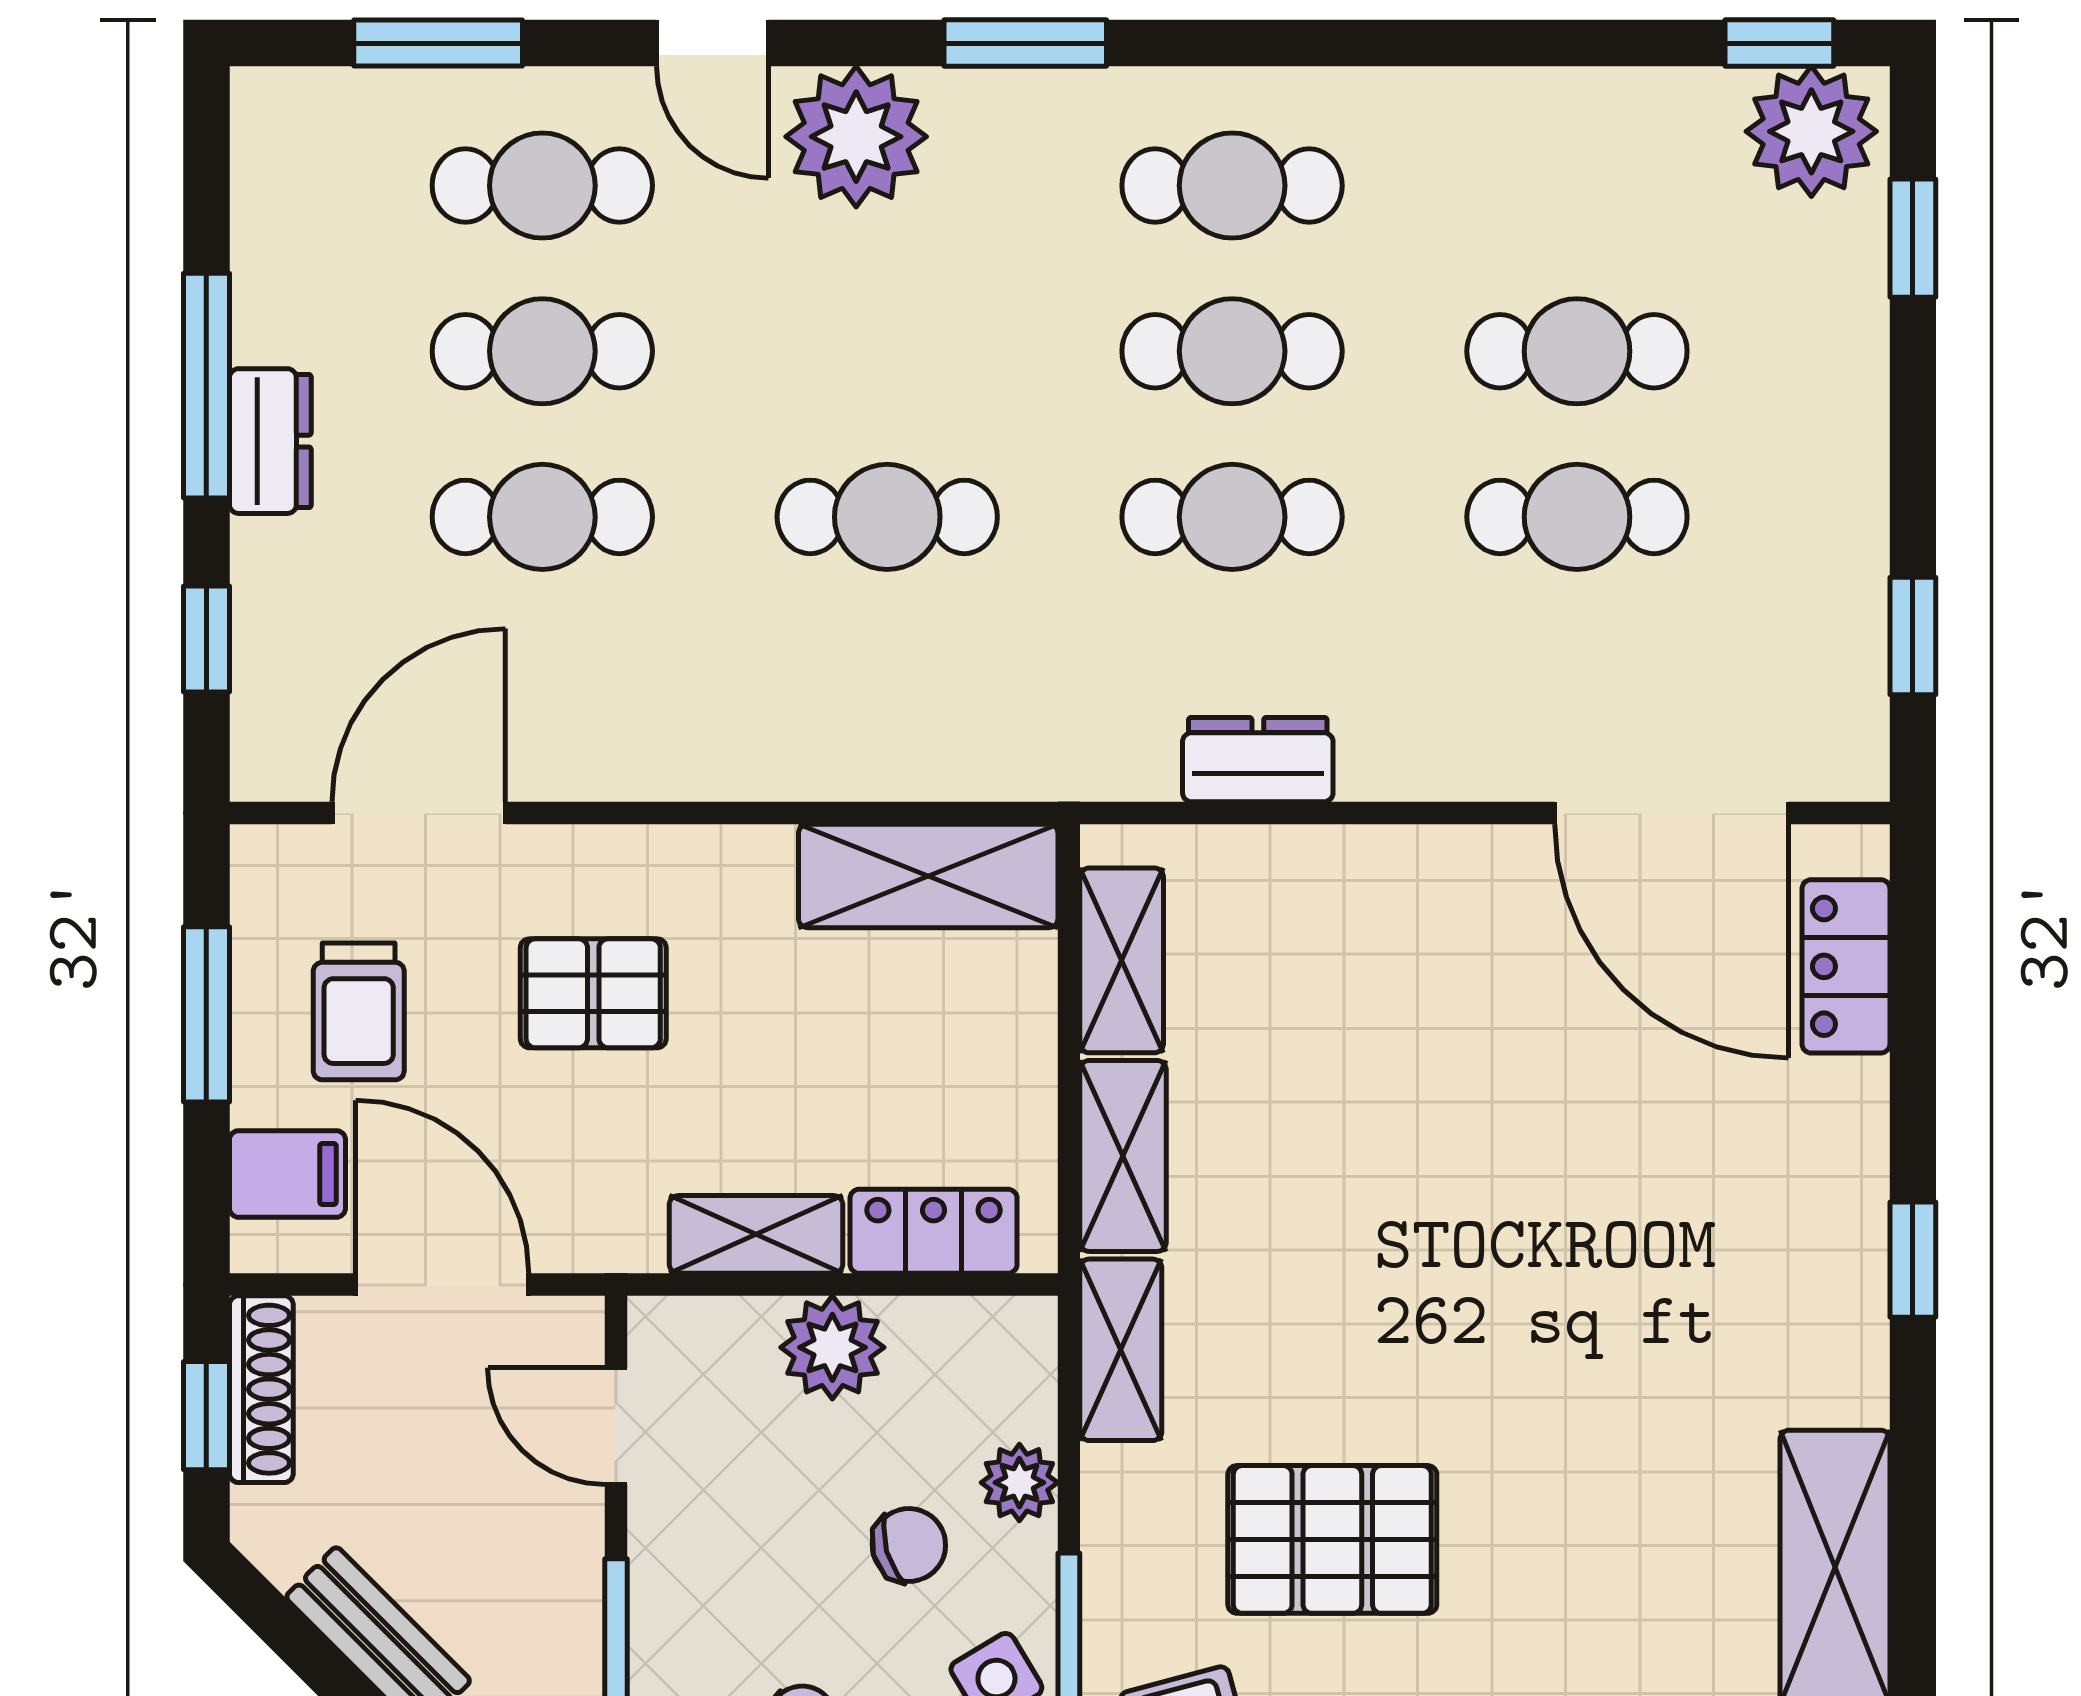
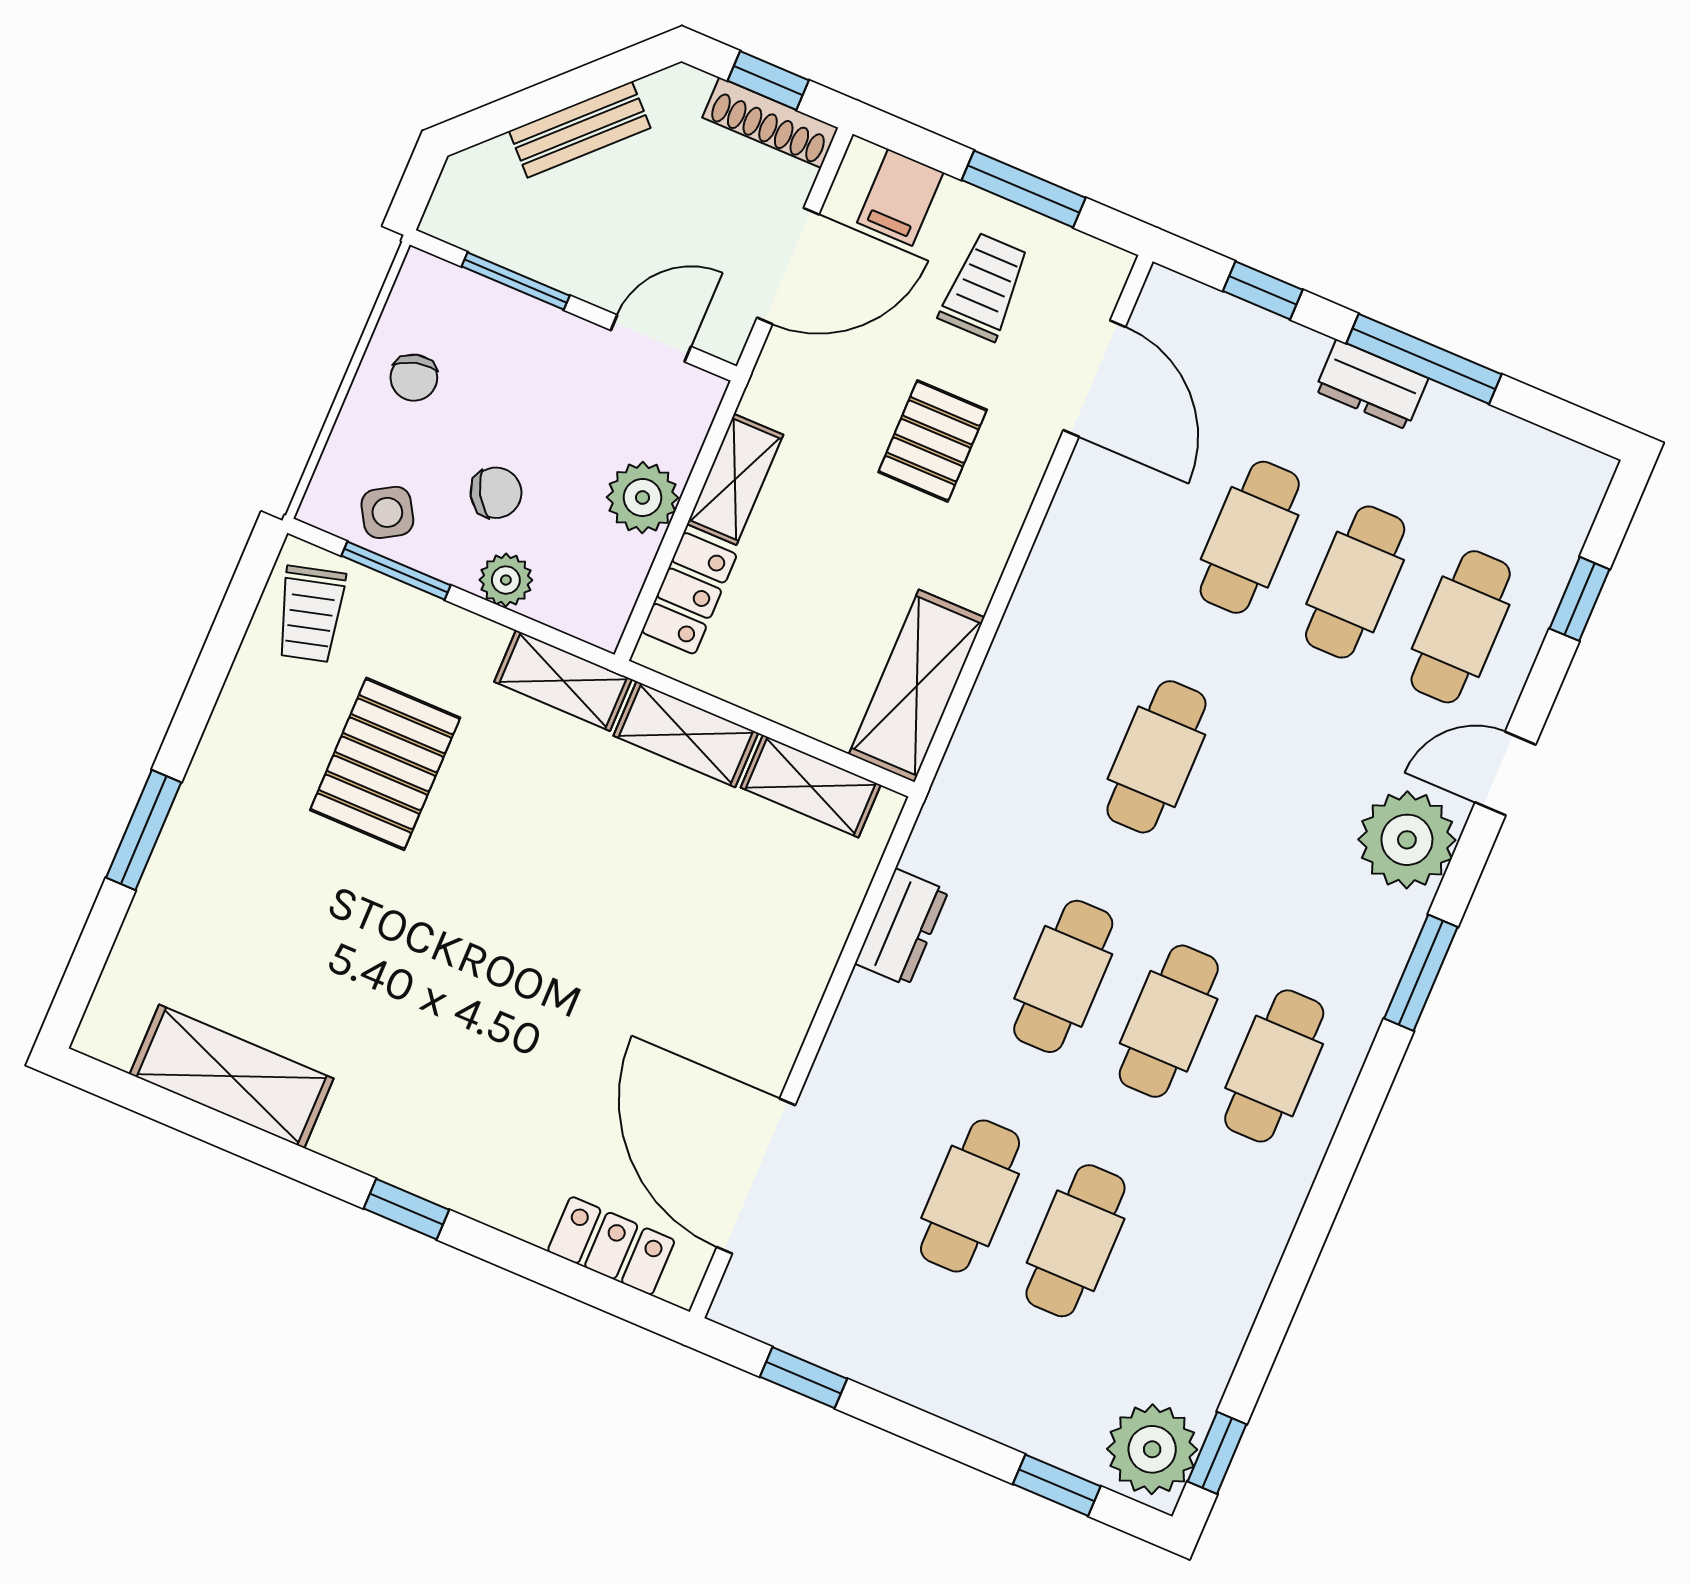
window: (438, 43) -> (1580, 599), width x0.67
door: (1671, 813) -> (756, 1176), hinge flipped
trolley: (359, 1011) -> (984, 287), turned 90
chair: (909, 1545) -> (496, 493), turned -105

